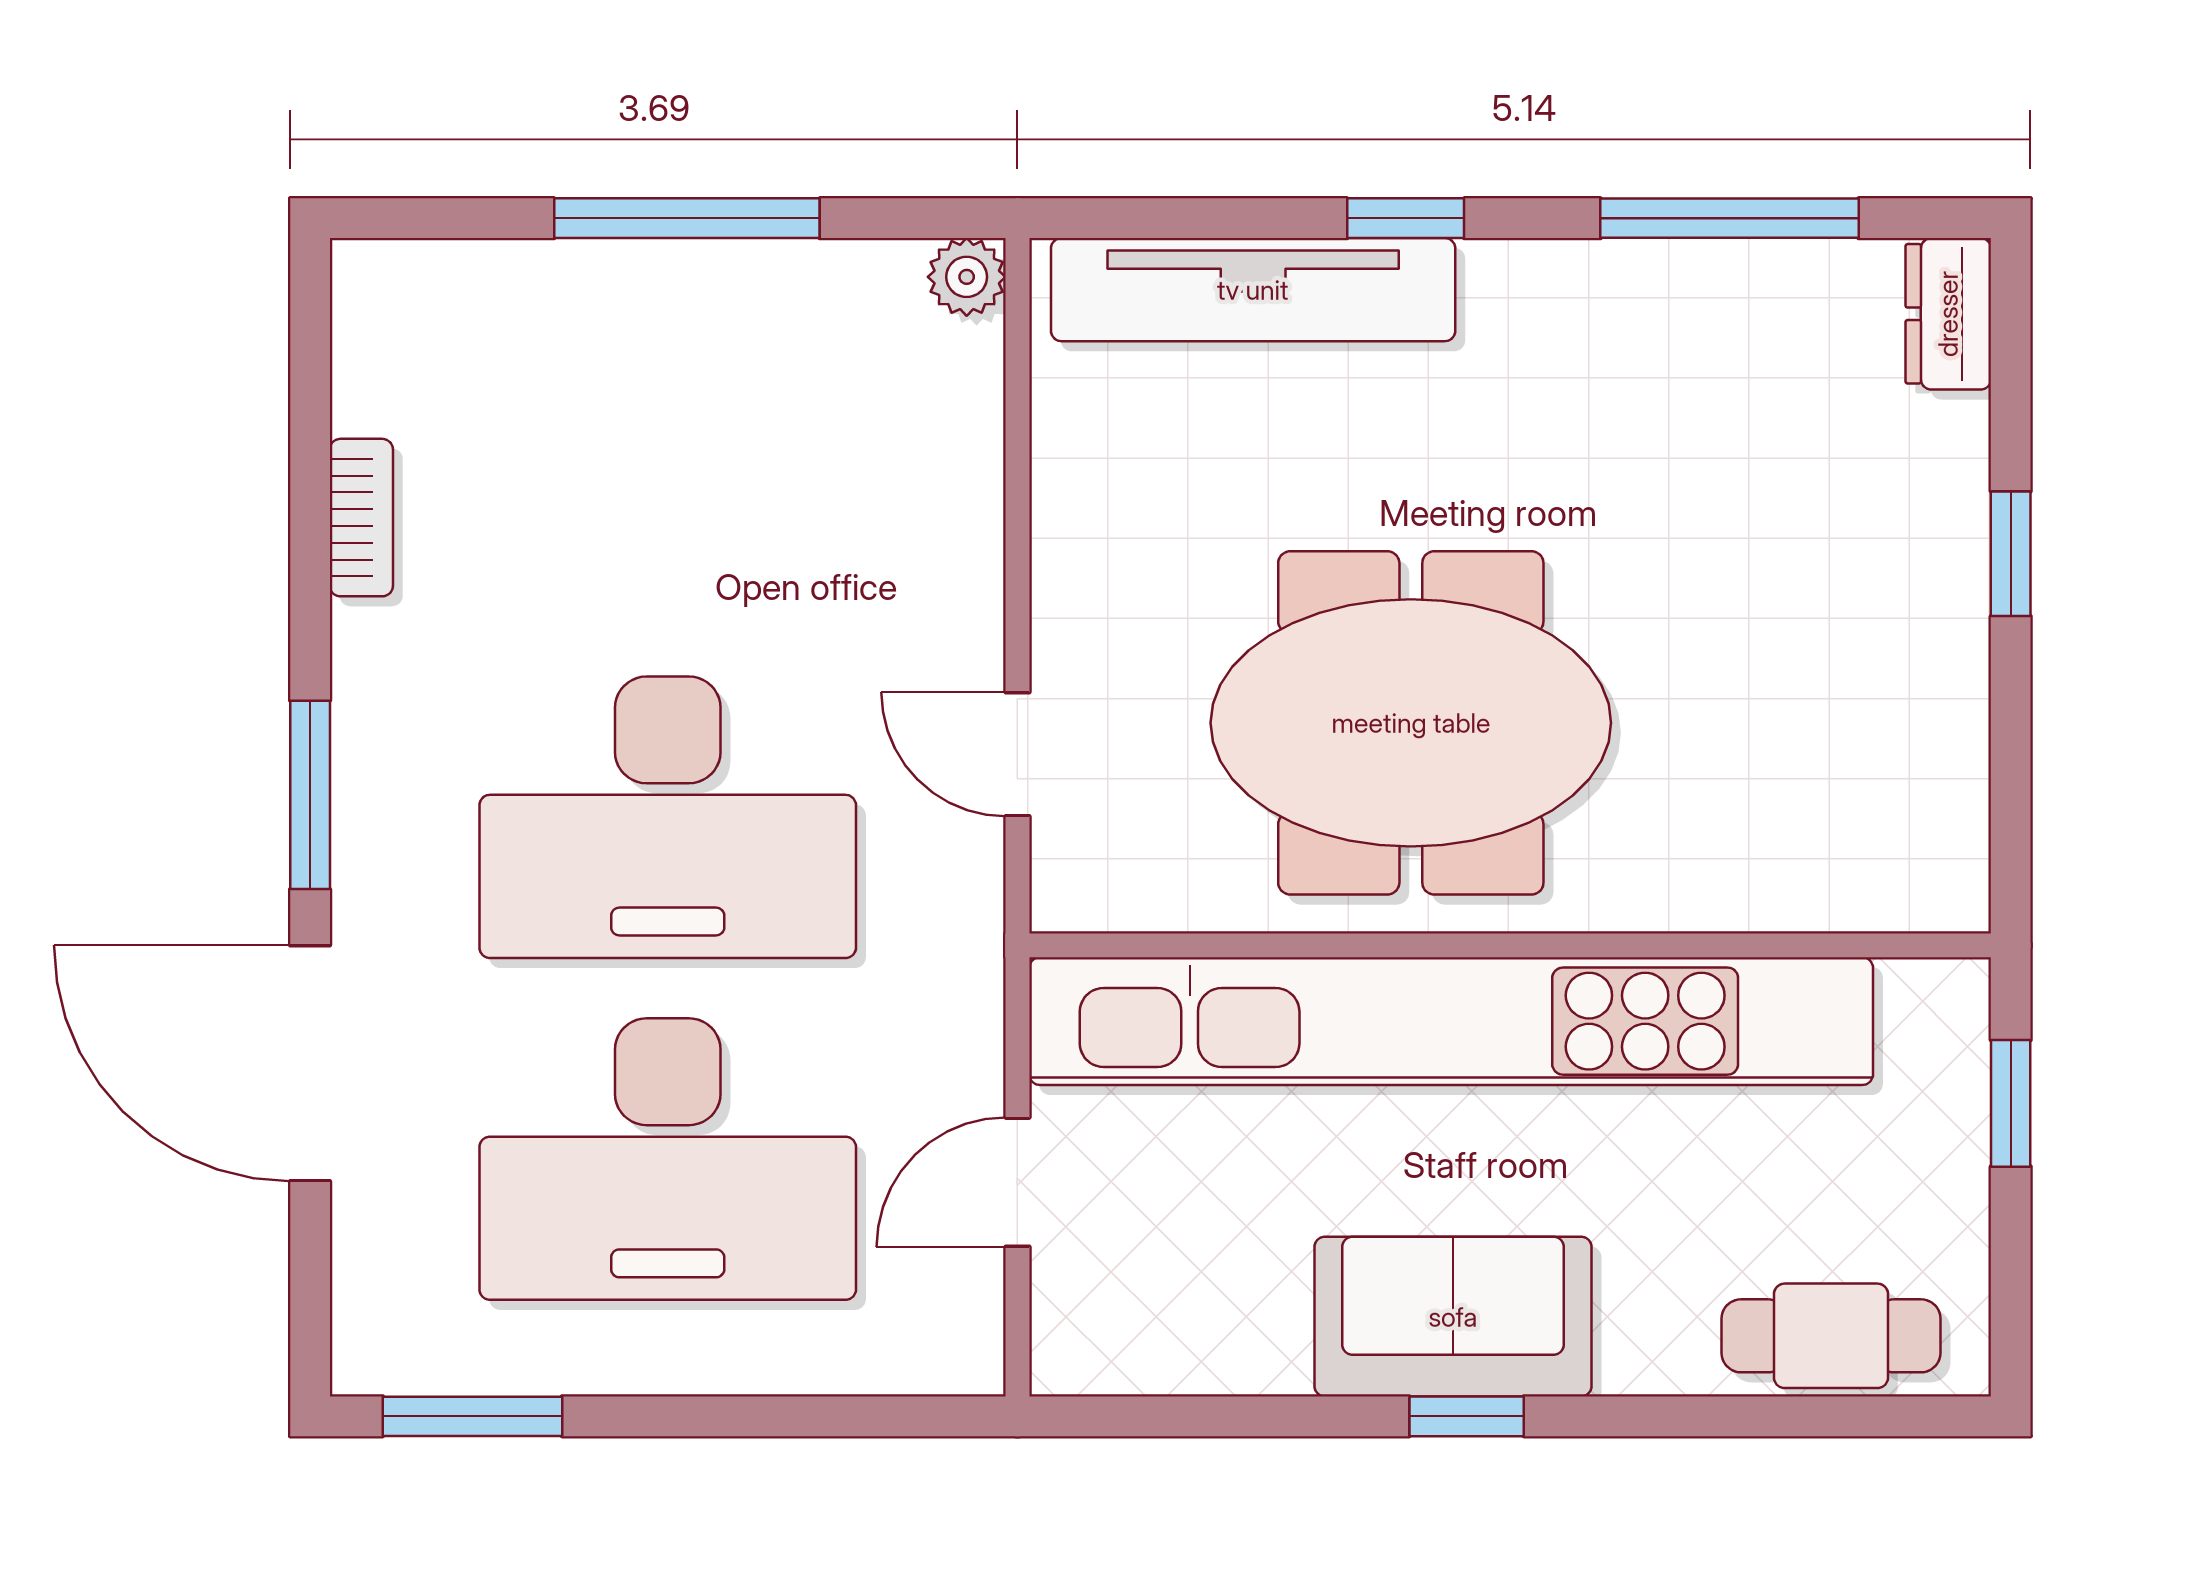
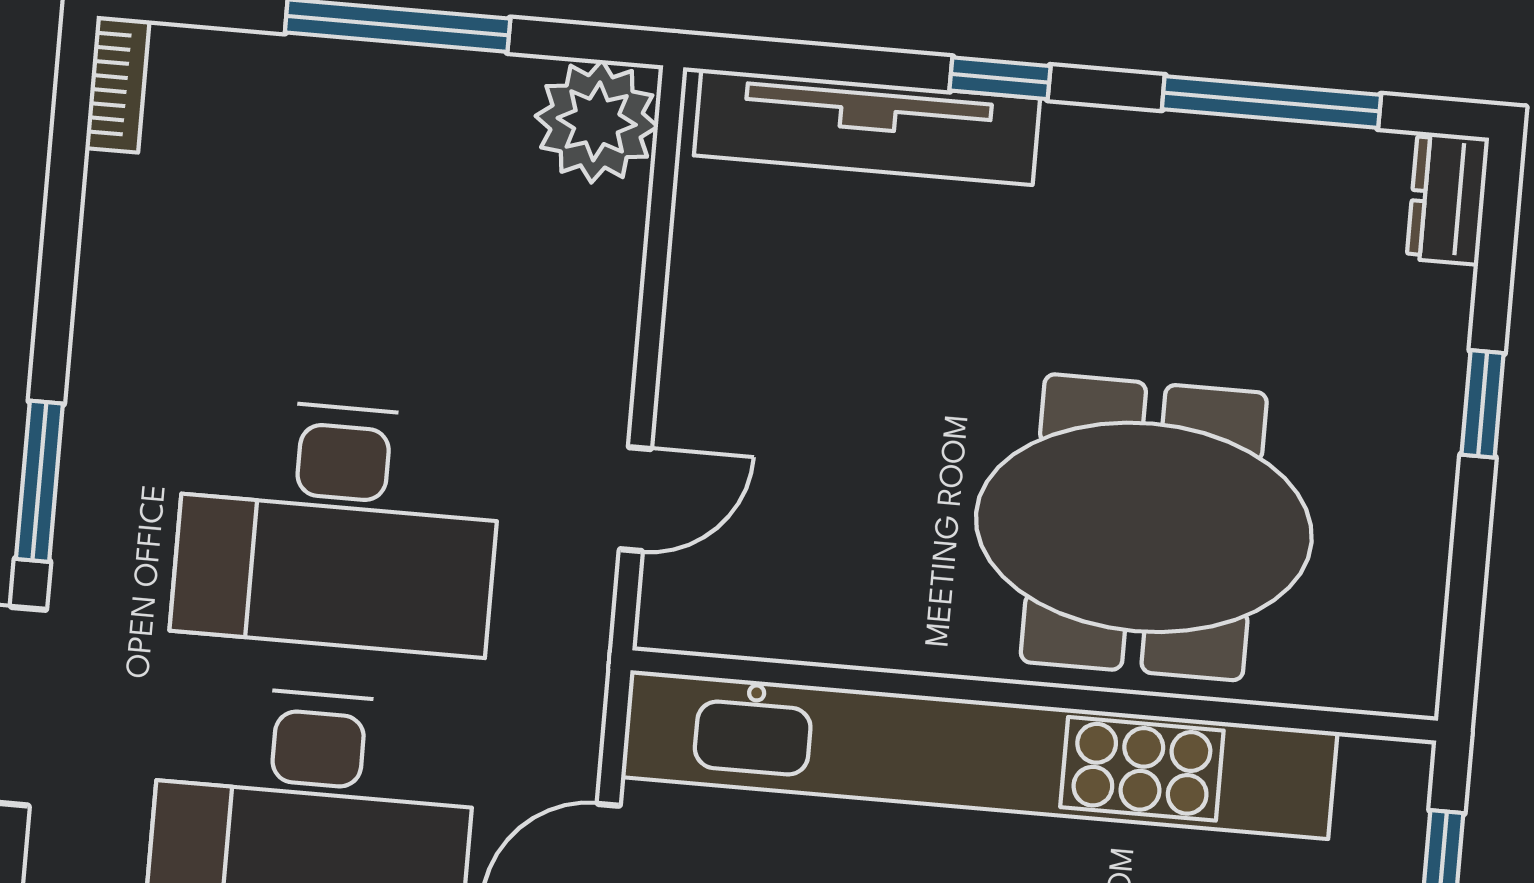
plant: (967, 277) -> (597, 121), width x1.88, depth x1.88
bookcase: (361, 518) -> (117, 84), moved
meeting table: (1411, 723) -> (1144, 527), moved
door: (1017, 754) -> (635, 499), swing flipped

